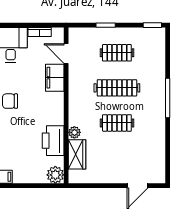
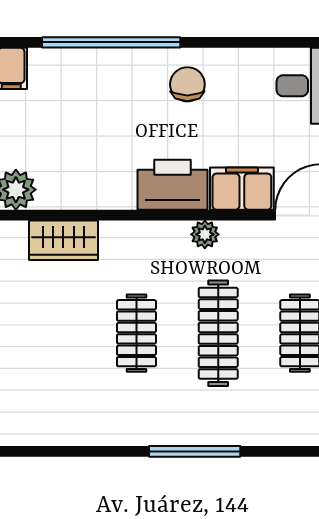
plant: (74, 132) -> (205, 234), moved
printer: (53, 141) -> (172, 185), moved

